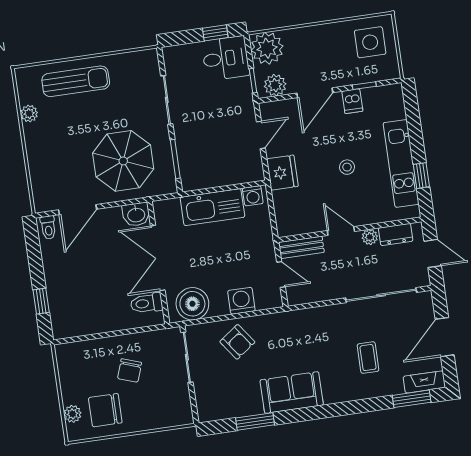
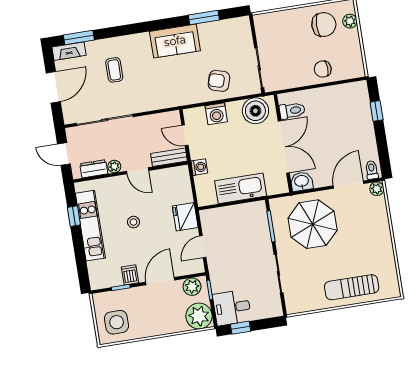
plant: (29, 114) -> (377, 189), moved
washing machine: (253, 196) -> (199, 167), moved, turned 90
armchair: (237, 342) -> (219, 81), turned -37
chair: (130, 371) -> (323, 69), moved, turned -111

